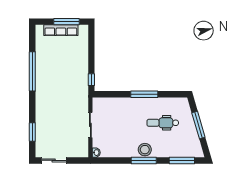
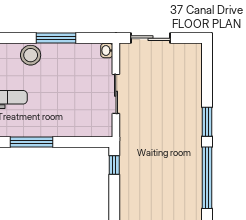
window: (32, 132) -> (207, 122), moved
sliding door: (54, 160) -> (151, 38), moved
window: (144, 160) -> (56, 38), moved

